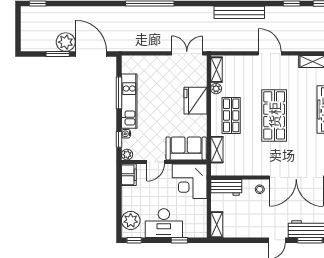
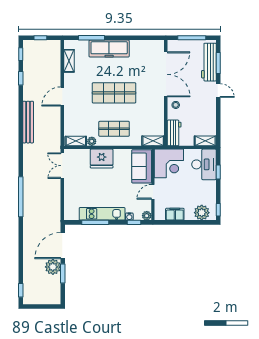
shelving: (217, 150) -> (153, 141), moved
door: (156, 162) -> (153, 192), swing flipped
filing cabinet: (129, 175) -> (175, 214), moved
desk: (164, 223) -> (204, 164), moved

